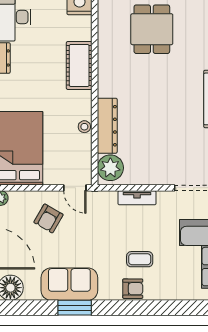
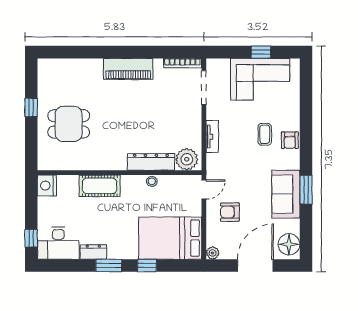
armchair: (48, 218) -> (230, 212), turned 150
armchair: (133, 289) -> (290, 140), turned 180

